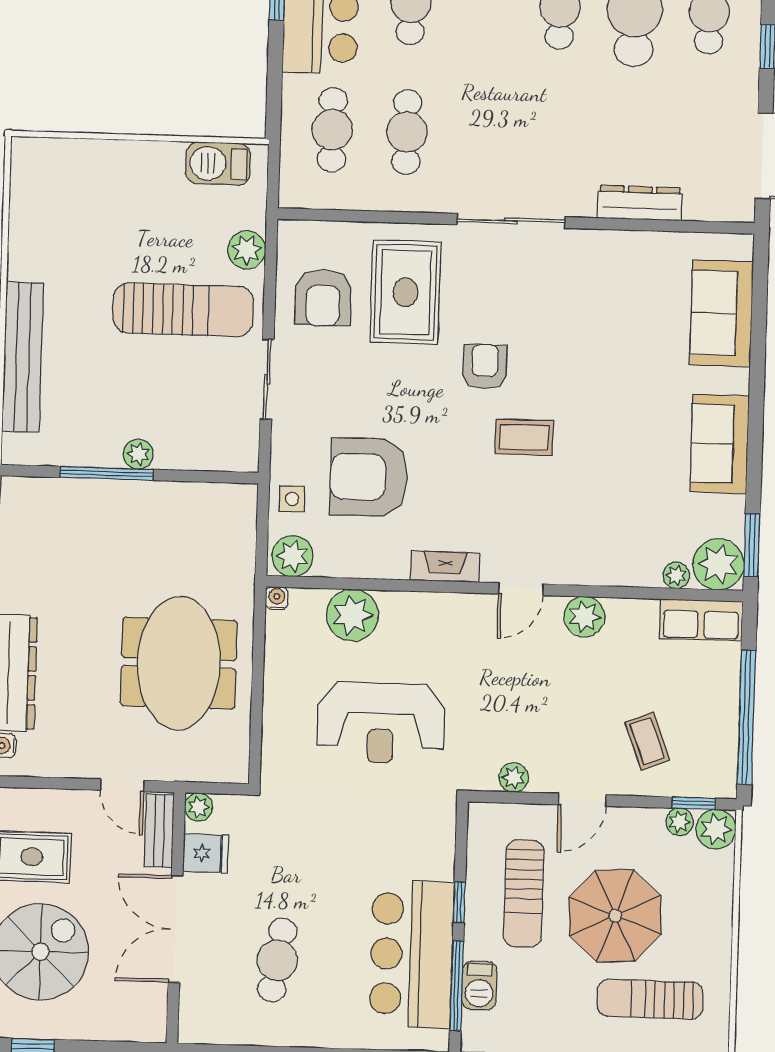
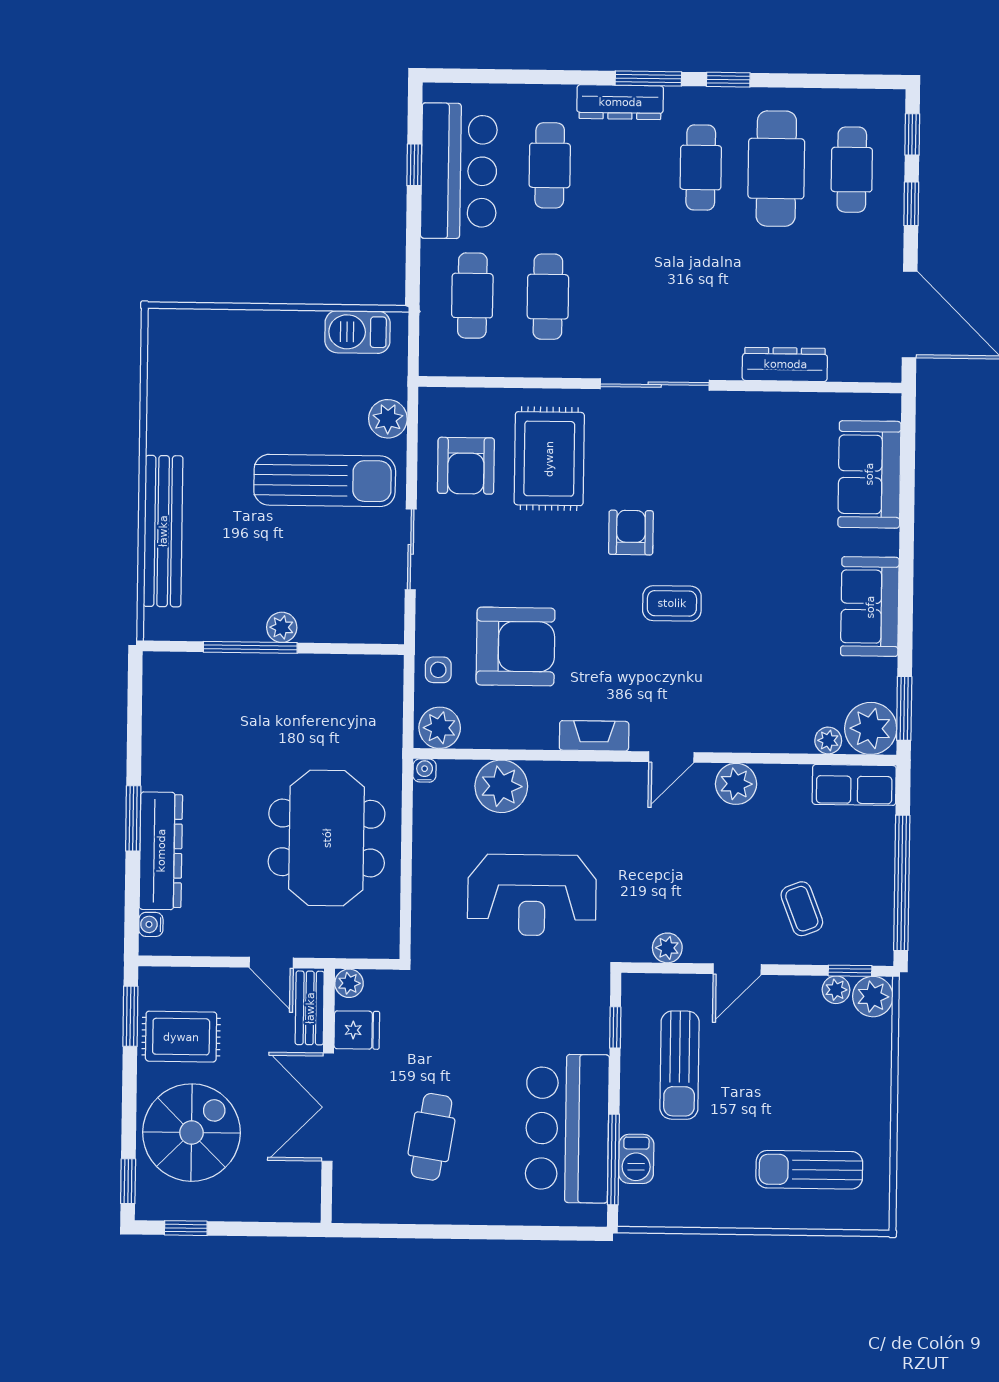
armchair: (369, 477) -> (516, 646), turned 180
window: (459, 902) -> (615, 1027), moved
parasol: (615, 916) -> (772, 1086), removed

